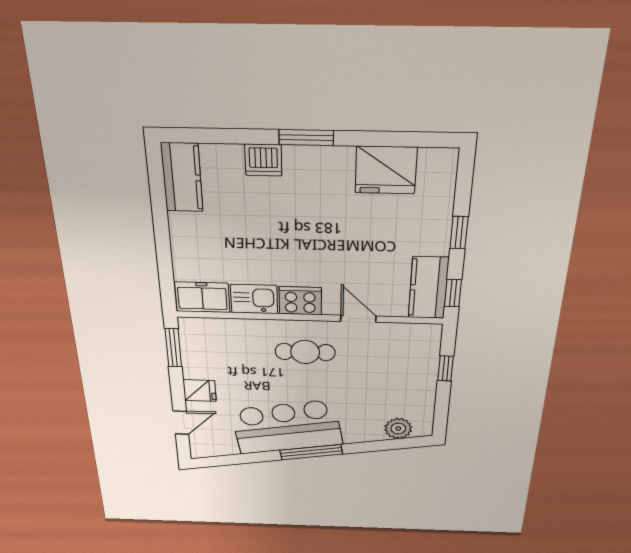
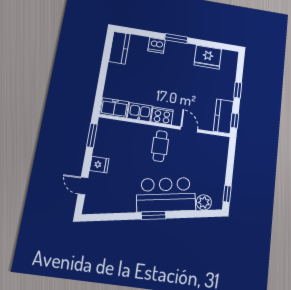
cafe table: (305, 352) -> (160, 146), turned 90
window: (446, 368) -> (227, 194), moved
door: (181, 423) -> (83, 186), swing flipped
bar counter: (287, 427) -> (166, 195), moved
window: (311, 452) -> (154, 215), width x0.69

